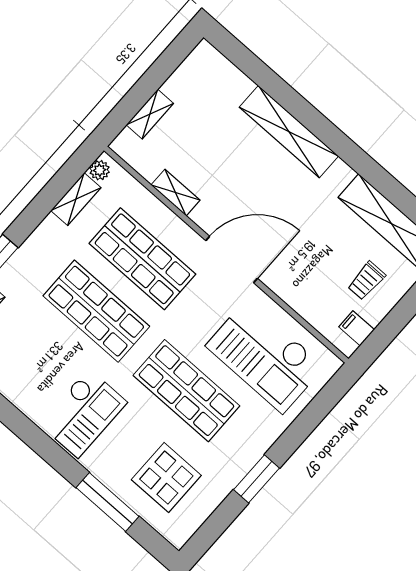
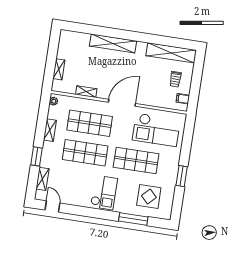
shelving: (76, 199) -> (50, 130), moved

